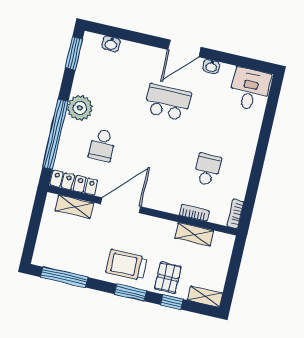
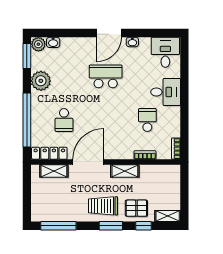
plant: (92, 42) -> (38, 44), added
plant: (80, 108) -> (41, 81), moved
desk: (239, 139) -> (166, 92), added
shelving: (194, 234) -> (125, 171), moved
pallet: (168, 278) -> (136, 208), turned 90

